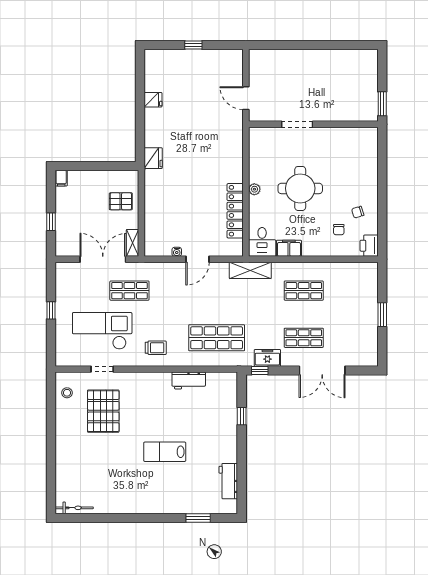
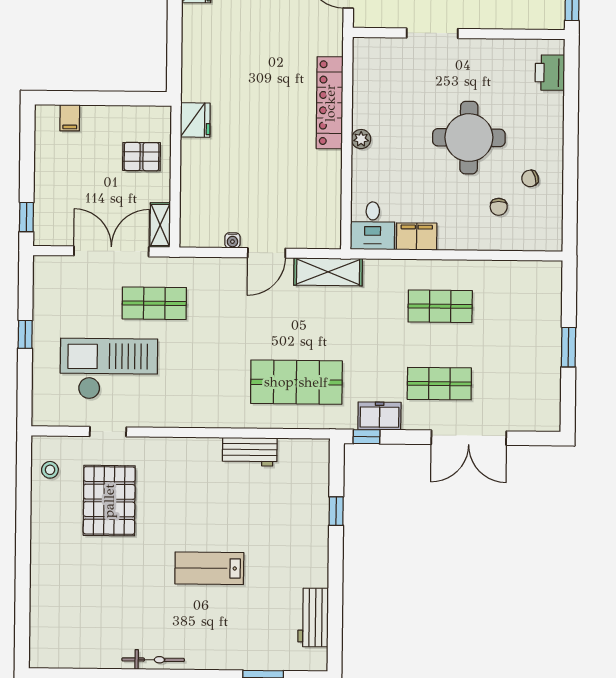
fridge: (153, 158) -> (195, 120), moved
filing cabinet: (61, 178) -> (70, 118), moved
round table: (300, 188) -> (469, 138), moved
locker: (235, 211) -> (330, 103), moved
window: (51, 222) -> (26, 217), moved
printer: (369, 246) -> (550, 73), moved
shelving: (250, 270) -> (328, 272), moved
trolley: (156, 348) -> (196, 397), removed
bicycle: (74, 508) -> (153, 660), moved

